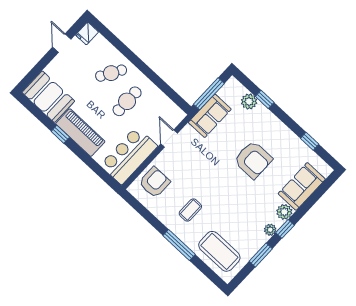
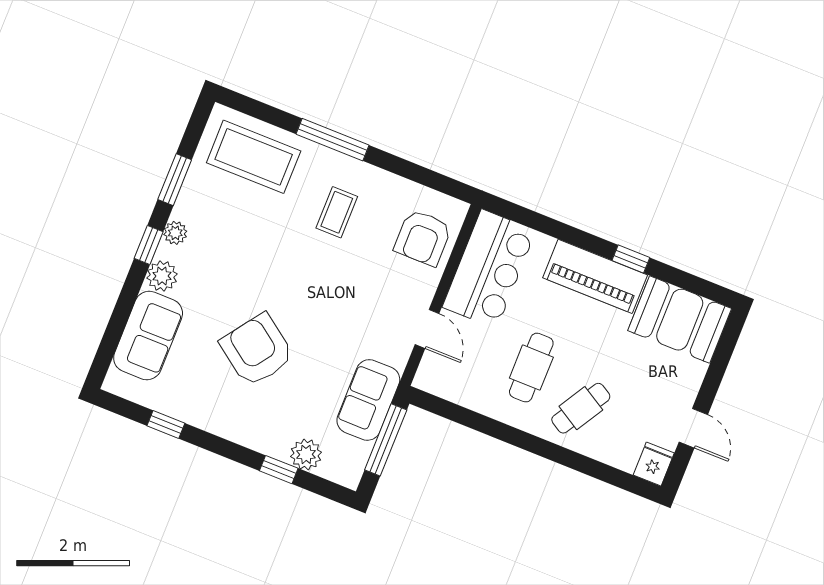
armchair: (253, 160) -> (257, 350), turned 36

